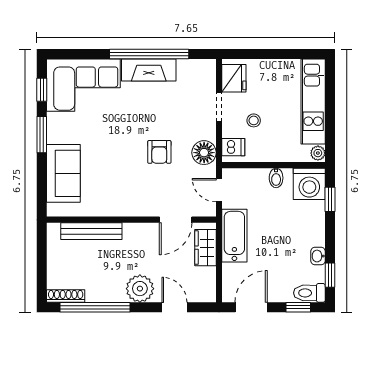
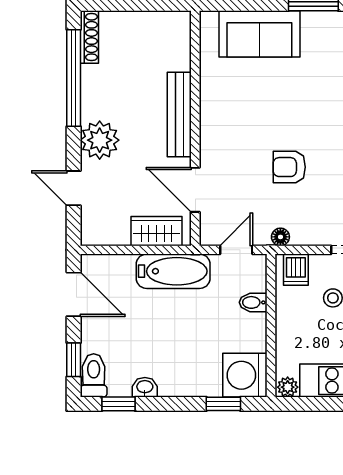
floor lamp: (204, 153) -> (280, 237), width x0.53, depth x0.53
bidet: (276, 178) -> (253, 302), moved
bench: (91, 231) -> (179, 115), moved
door: (174, 307) -> (74, 188), swing flipped

